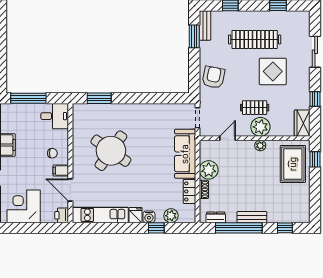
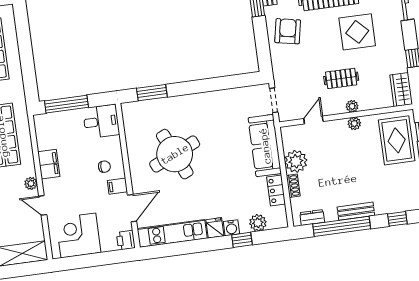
armchair: (213, 77) -> (288, 31), moved
plant: (260, 127) -> (352, 106), width x0.53, depth x0.53
round table: (111, 151) -> (175, 154), turned 31
door: (70, 190) -> (132, 208), swing flipped

